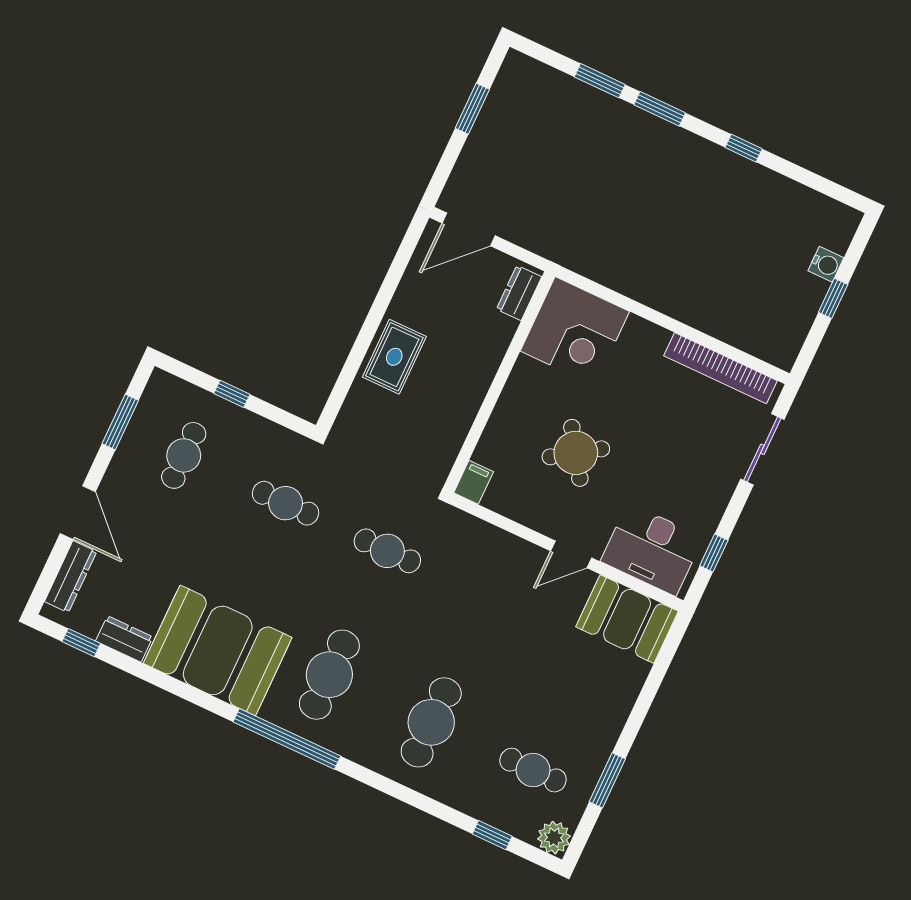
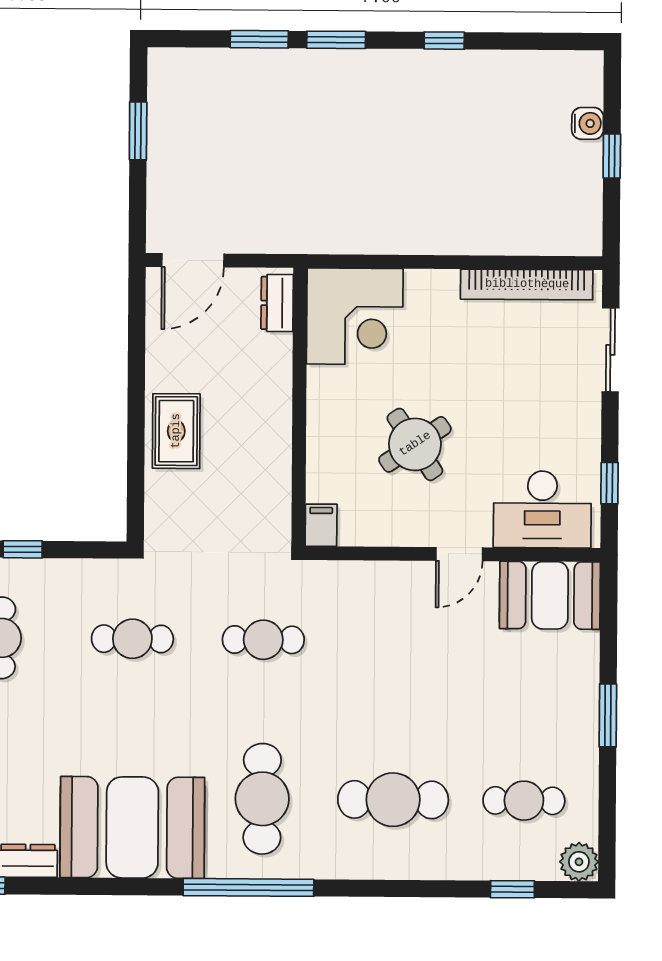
cafe table: (431, 722) -> (393, 800), turned 90
window: (607, 780) -> (608, 715), moved

